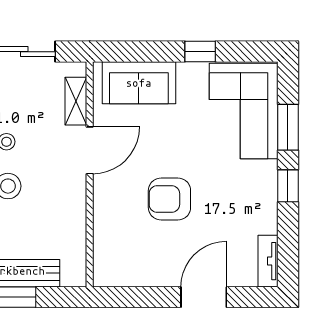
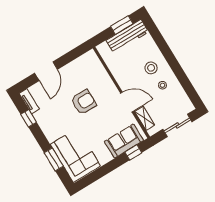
window: (200, 52) -> (133, 152), moved
door: (90, 150) -> (127, 102), swing flipped
window: (288, 186) -> (29, 118), moved

